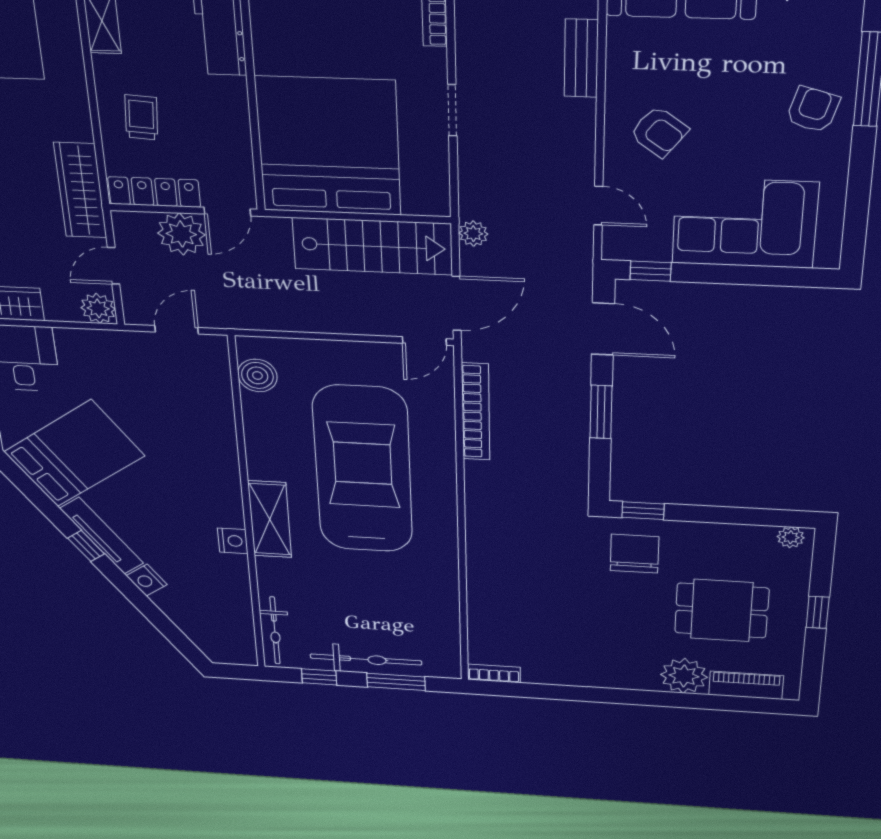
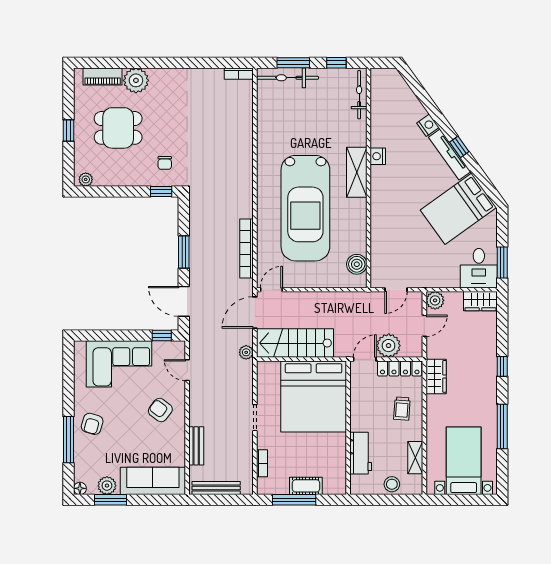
wardrobe: (80, 190) -> (436, 376), width x0.67
chair: (635, 554) -> (165, 163), width x0.54, depth x0.54
bicycle: (366, 659) -> (287, 78), moved

